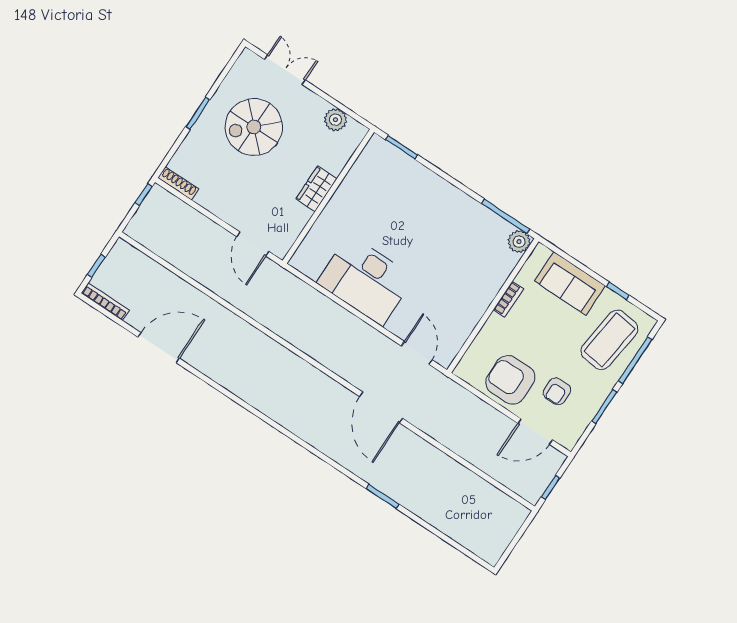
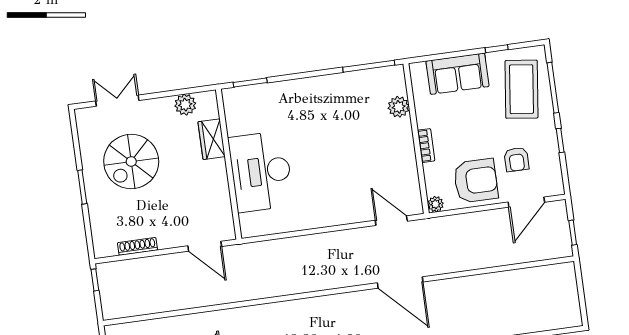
shoe rack: (178, 183) -> (137, 246), moved
wardrobe: (316, 189) -> (212, 139), moved
plant: (519, 242) -> (399, 107), moved
desk: (366, 280) -> (261, 172), moved, turned 90
bookcase: (508, 299) -> (426, 146), moved
plant: (463, 370) -> (436, 204), added
armchair: (510, 380) -> (476, 181), turned 180
window: (604, 407) -> (560, 140), width x0.67

